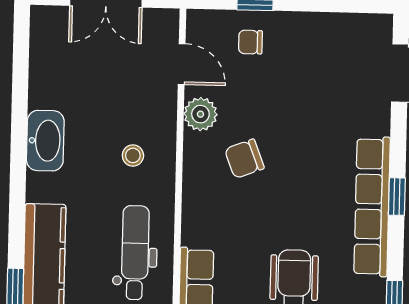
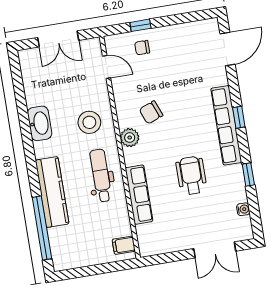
plant: (200, 114) -> (130, 138), moved
stool: (133, 155) -> (89, 122), width x1.89, depth x1.89

